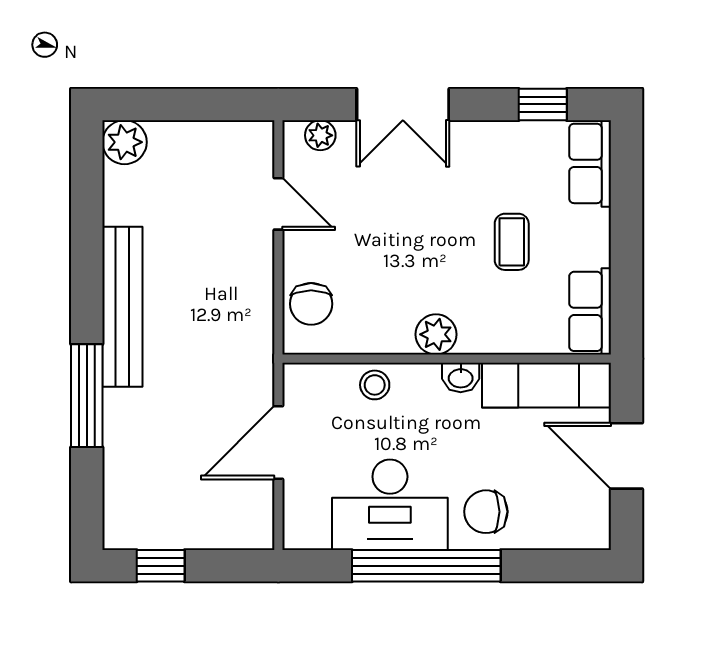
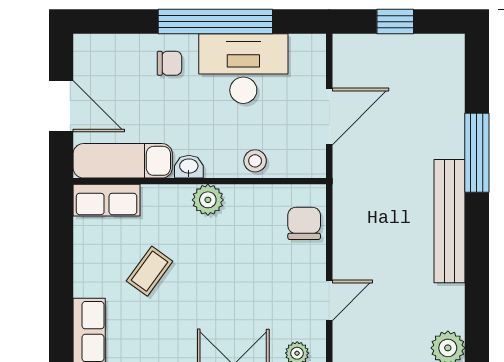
door: (278, 204) -> (329, 300), swing flipped
coffee table: (512, 242) -> (150, 271), turned 36
row of seats: (590, 311) -> (107, 200), moved, turned 90
chair: (486, 512) -> (169, 63), width x0.73, depth x0.73
window: (161, 566) -> (395, 22), moved

